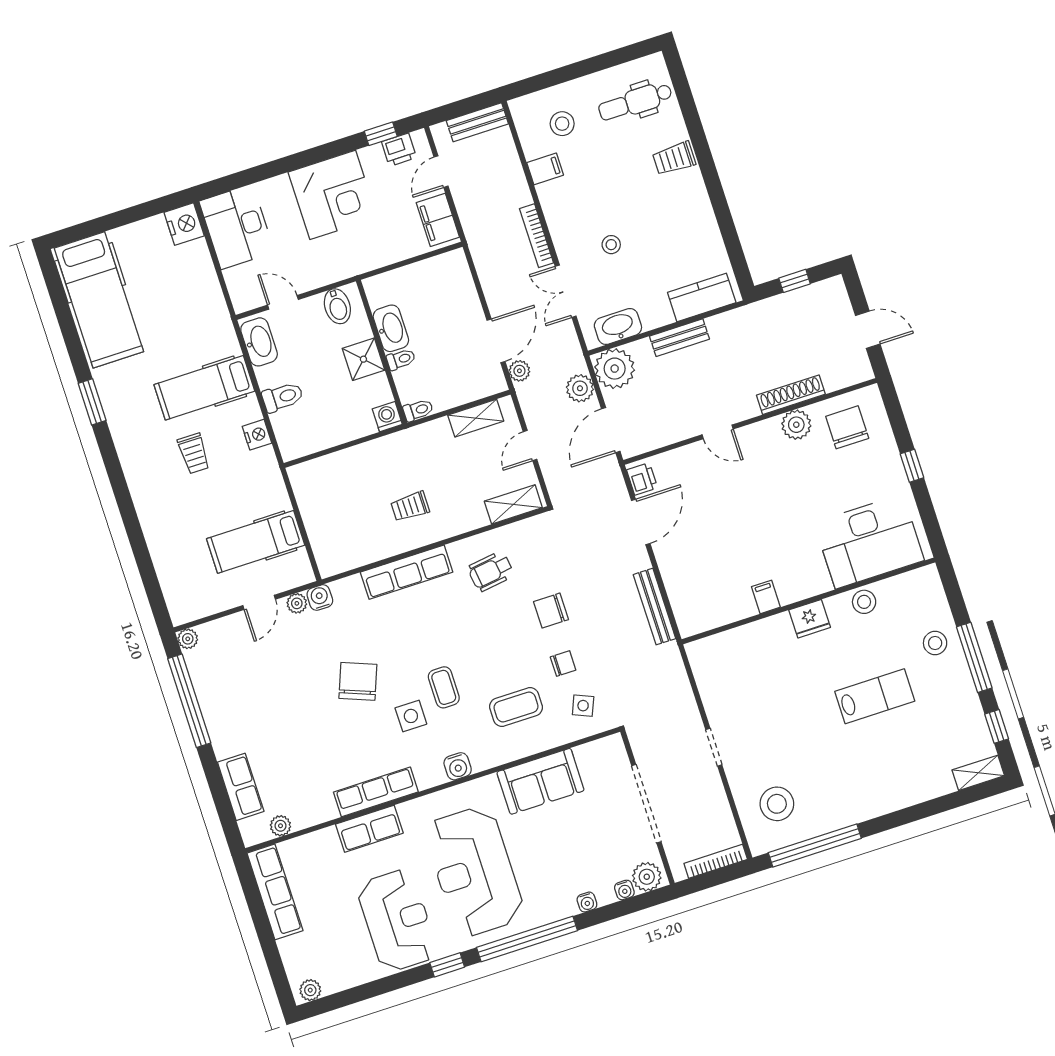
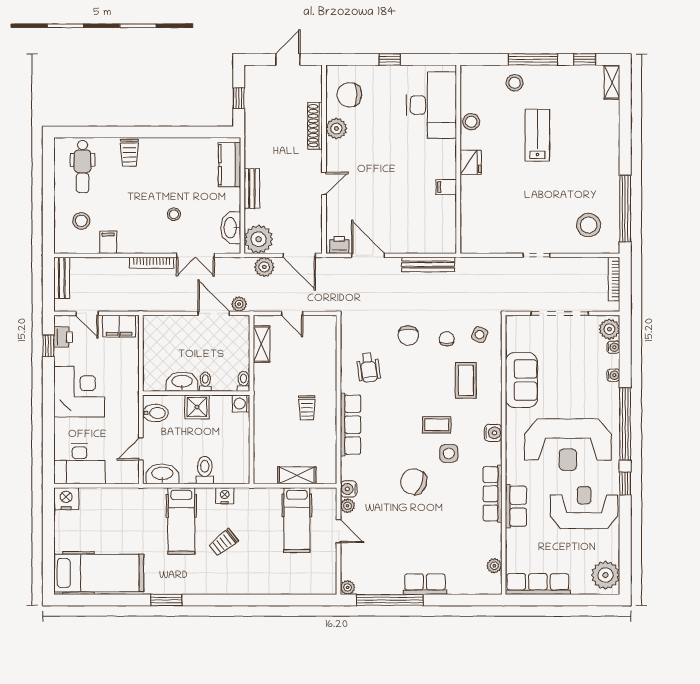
trolley: (194, 453) -> (223, 543), turned 142
shelving: (513, 504) -> (297, 475), moved, turned 90
row of seats: (241, 787) -> (425, 584), moved
plant: (310, 990) -> (605, 575), width x1.87, depth x1.87

